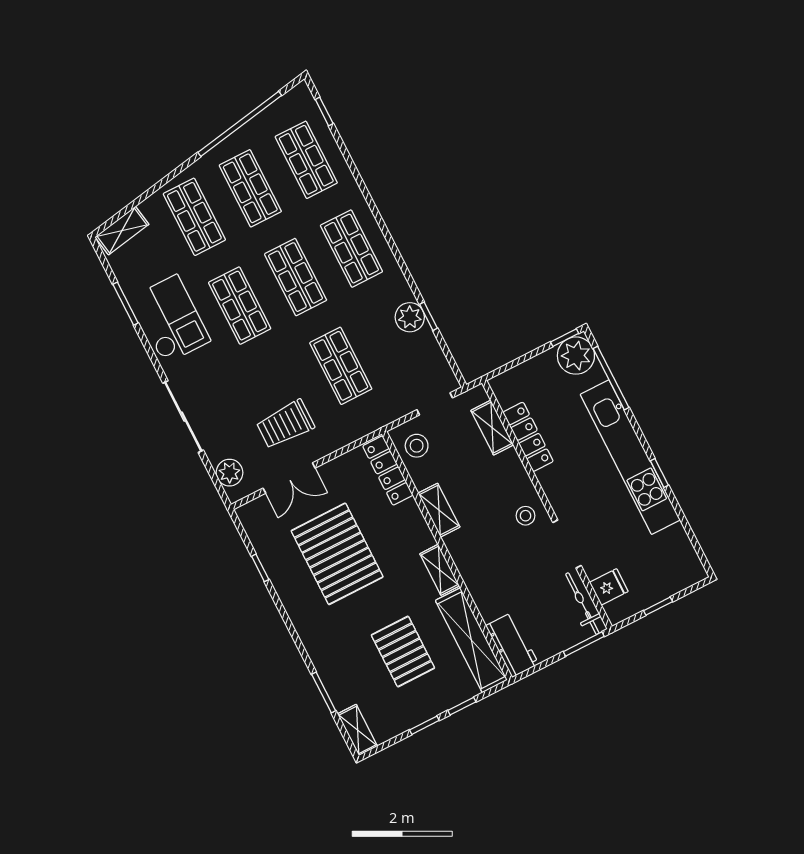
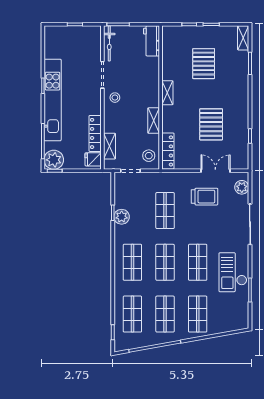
shelving: (122, 231) -> (234, 325), removed
pallet: (337, 554) -> (211, 124), width x0.73, depth x0.71
fridge: (609, 587) -> (93, 159), moved
shelving: (471, 640) -> (169, 53), removed

